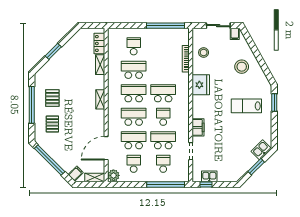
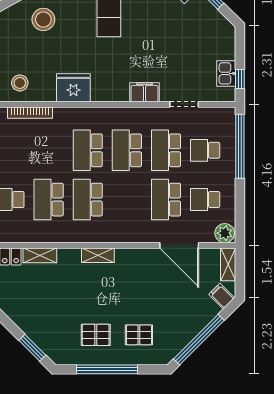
window: (53, 51) -> (32, 348), moved
school desk: (134, 117) -> (127, 200), removed
school desk: (163, 117) -> (127, 150), width x1.85

